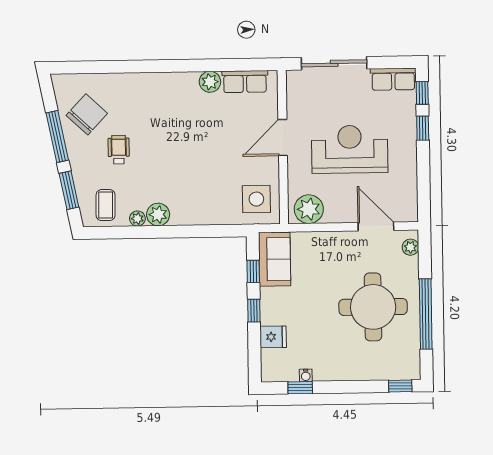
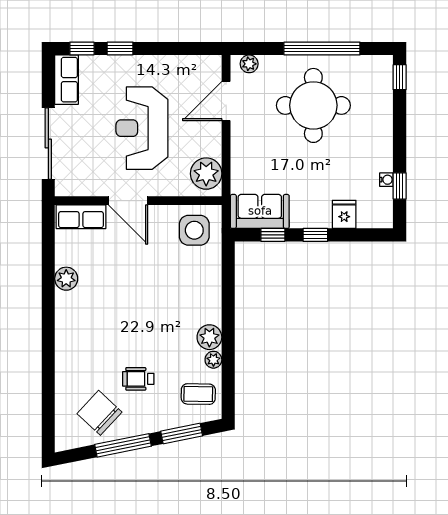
row of seats: (245, 82) -> (81, 217), moved, turned 90

